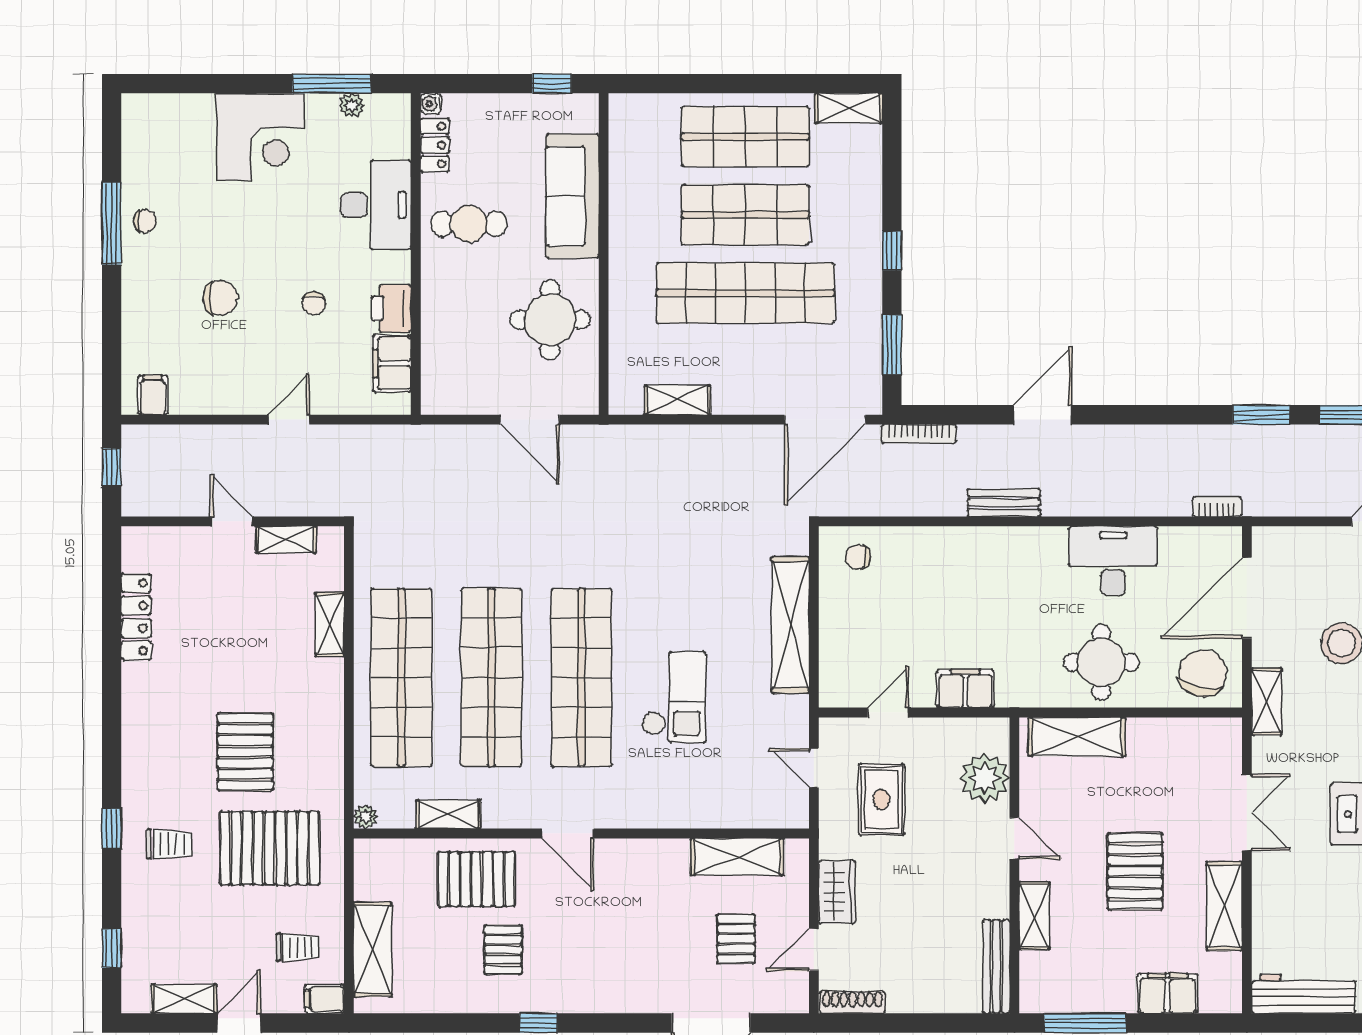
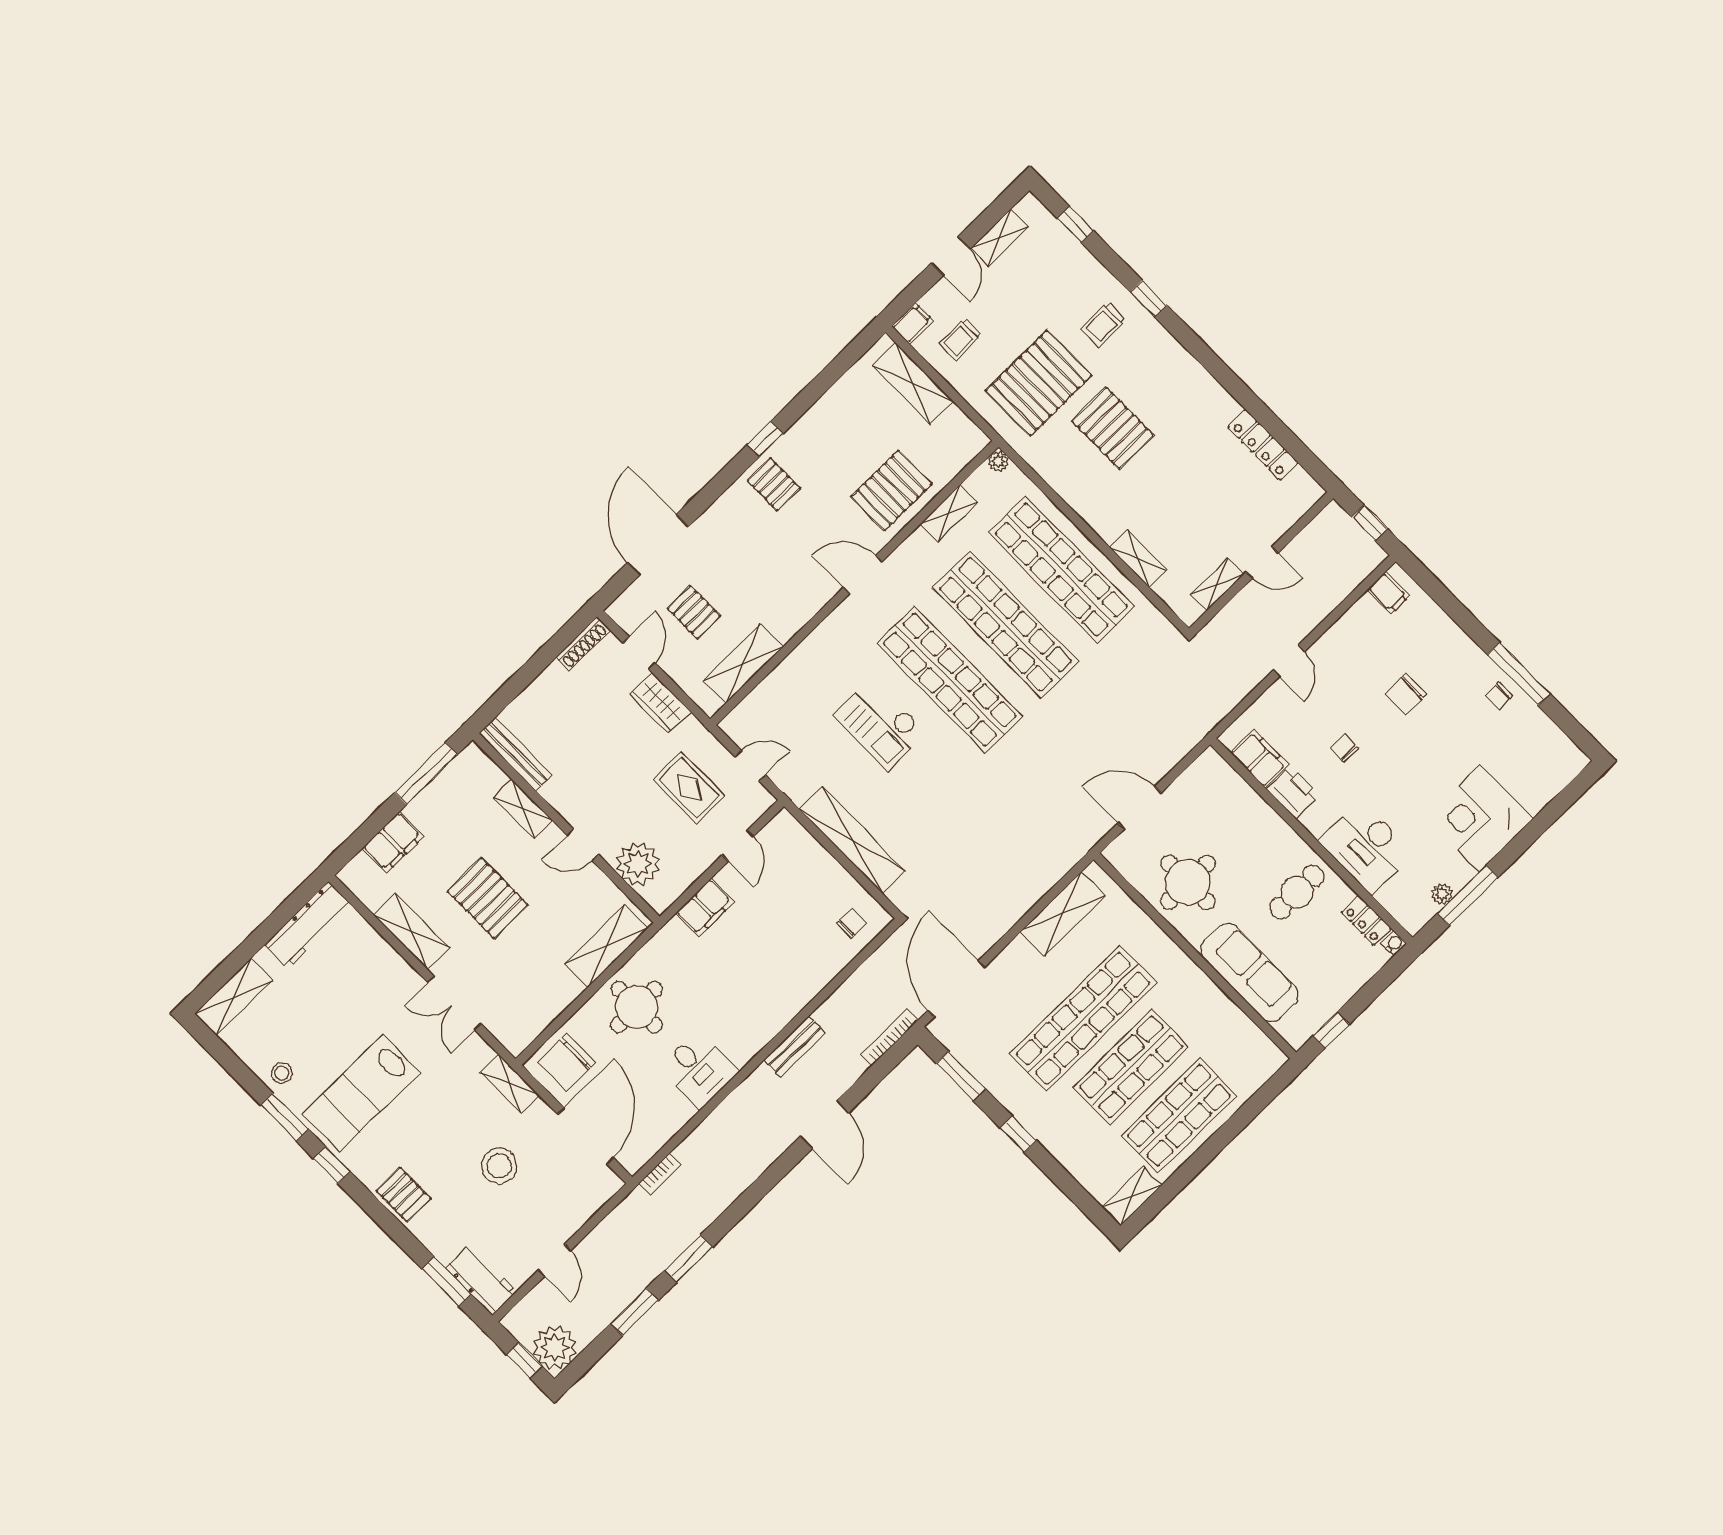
shelving: (678, 400) -> (1063, 914), width x1.50, depth x1.33
desk: (1113, 561) -> (699, 1070), width x0.73
chair: (1203, 673) -> (567, 1062), turned 77
pallet: (503, 950) -> (774, 484), moved

